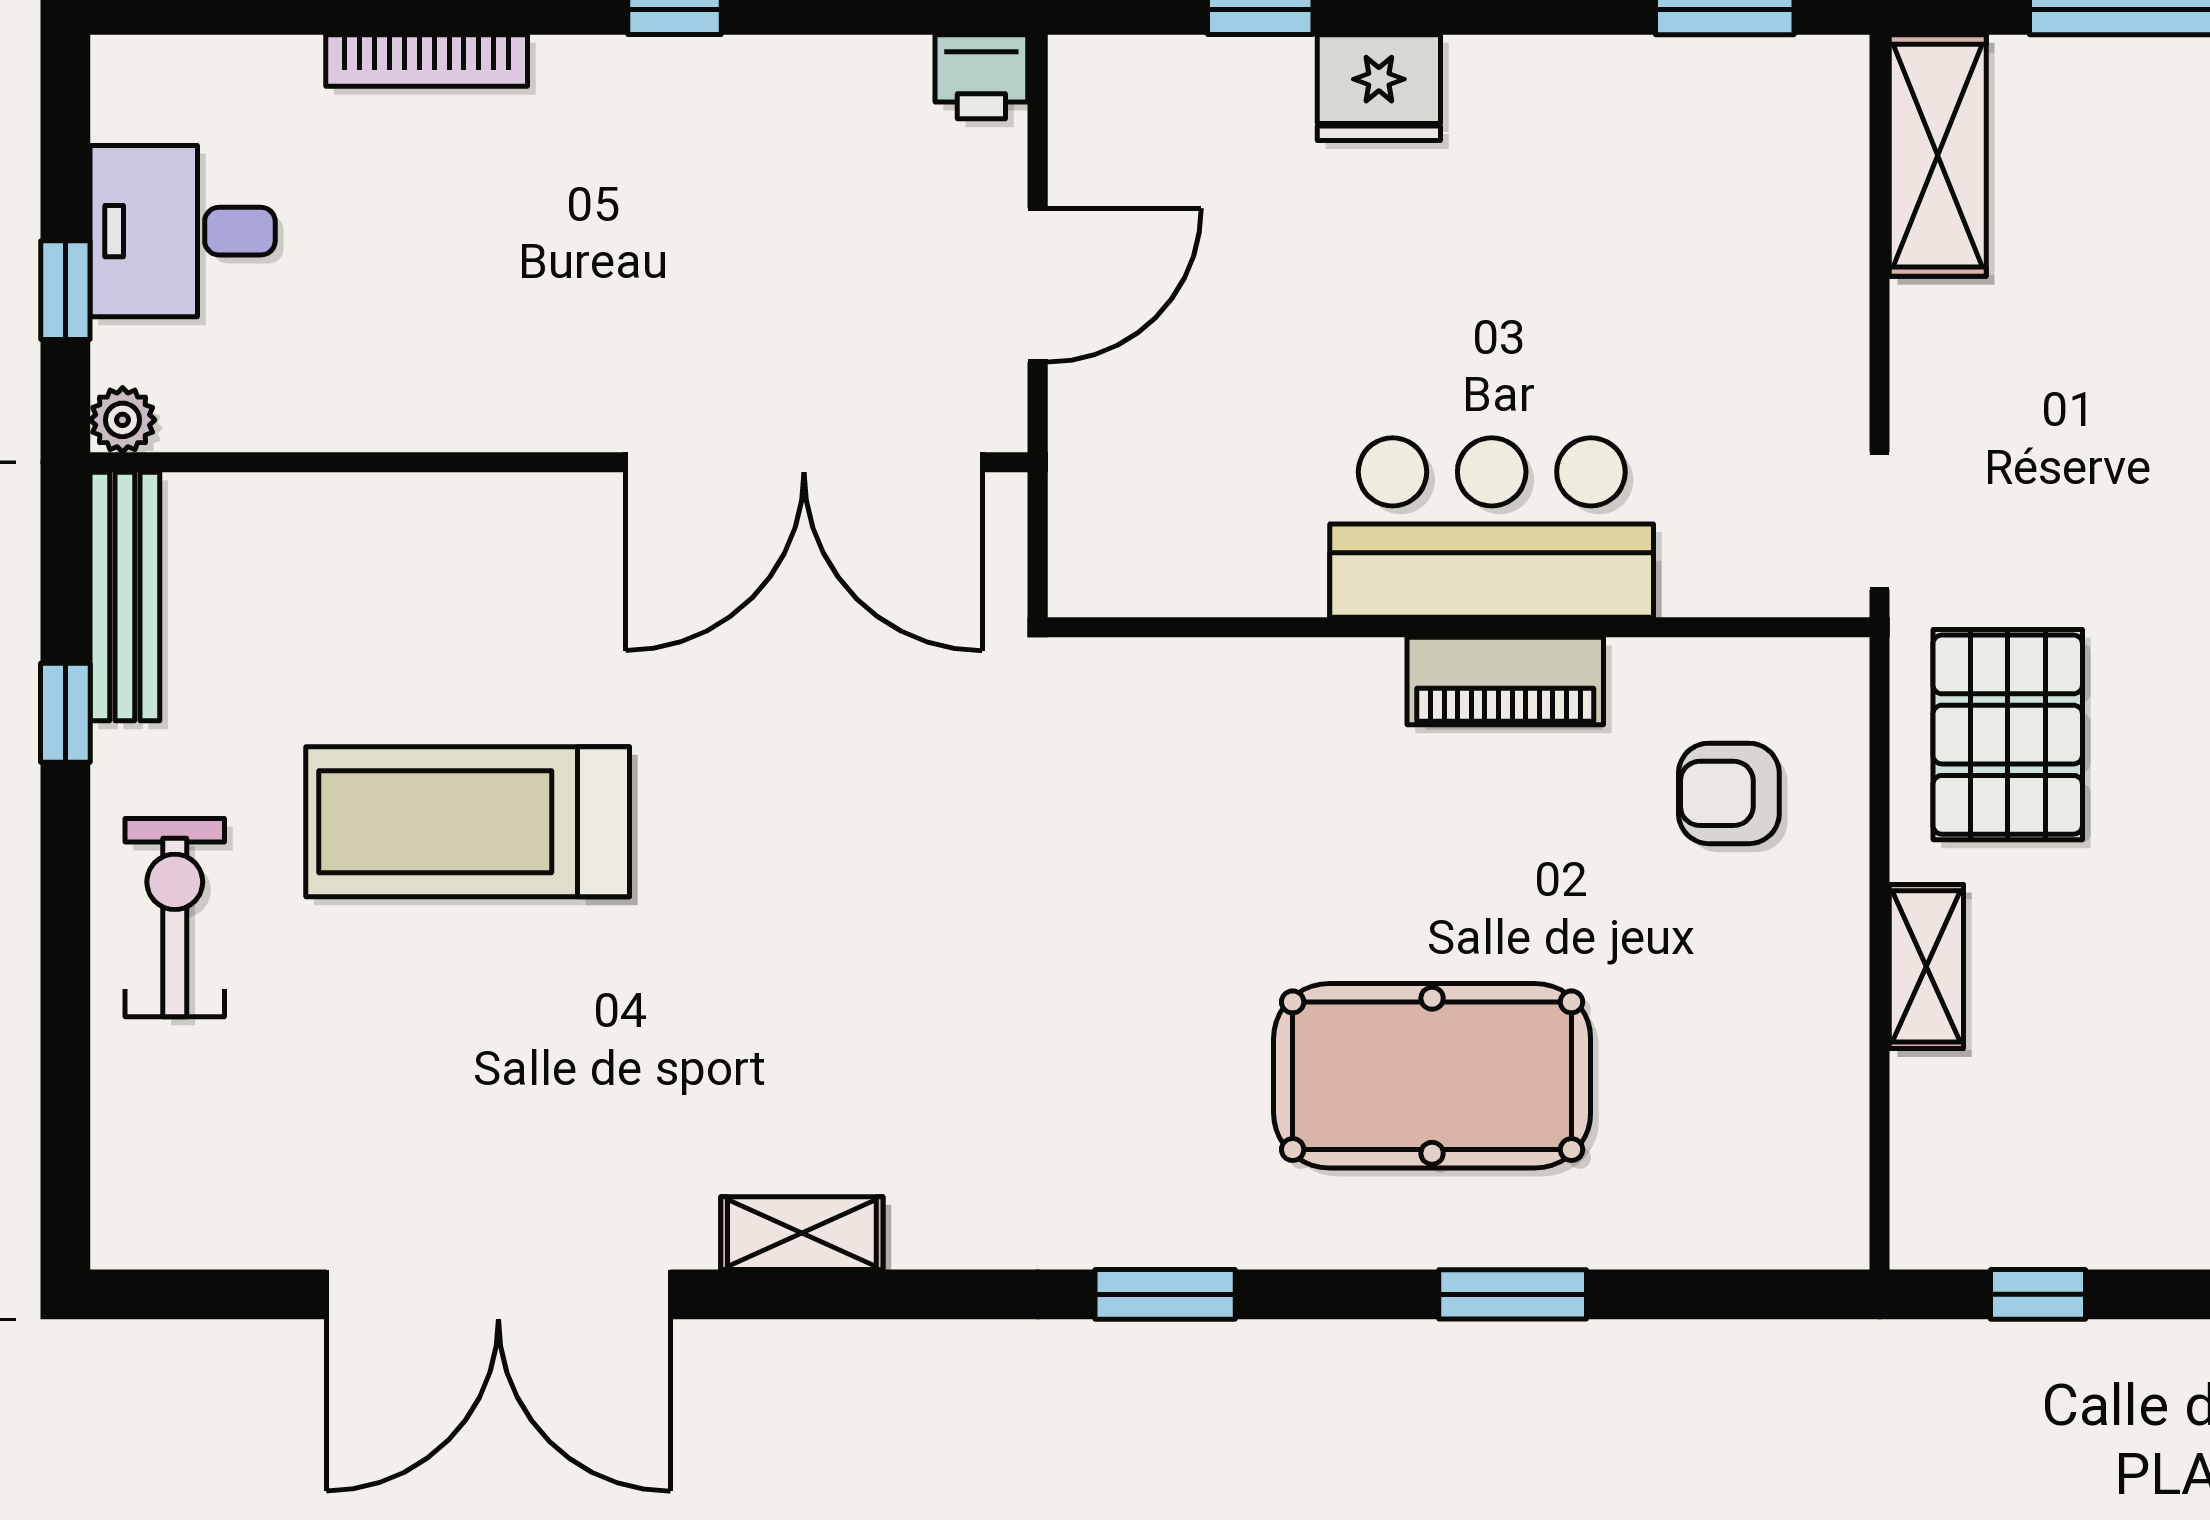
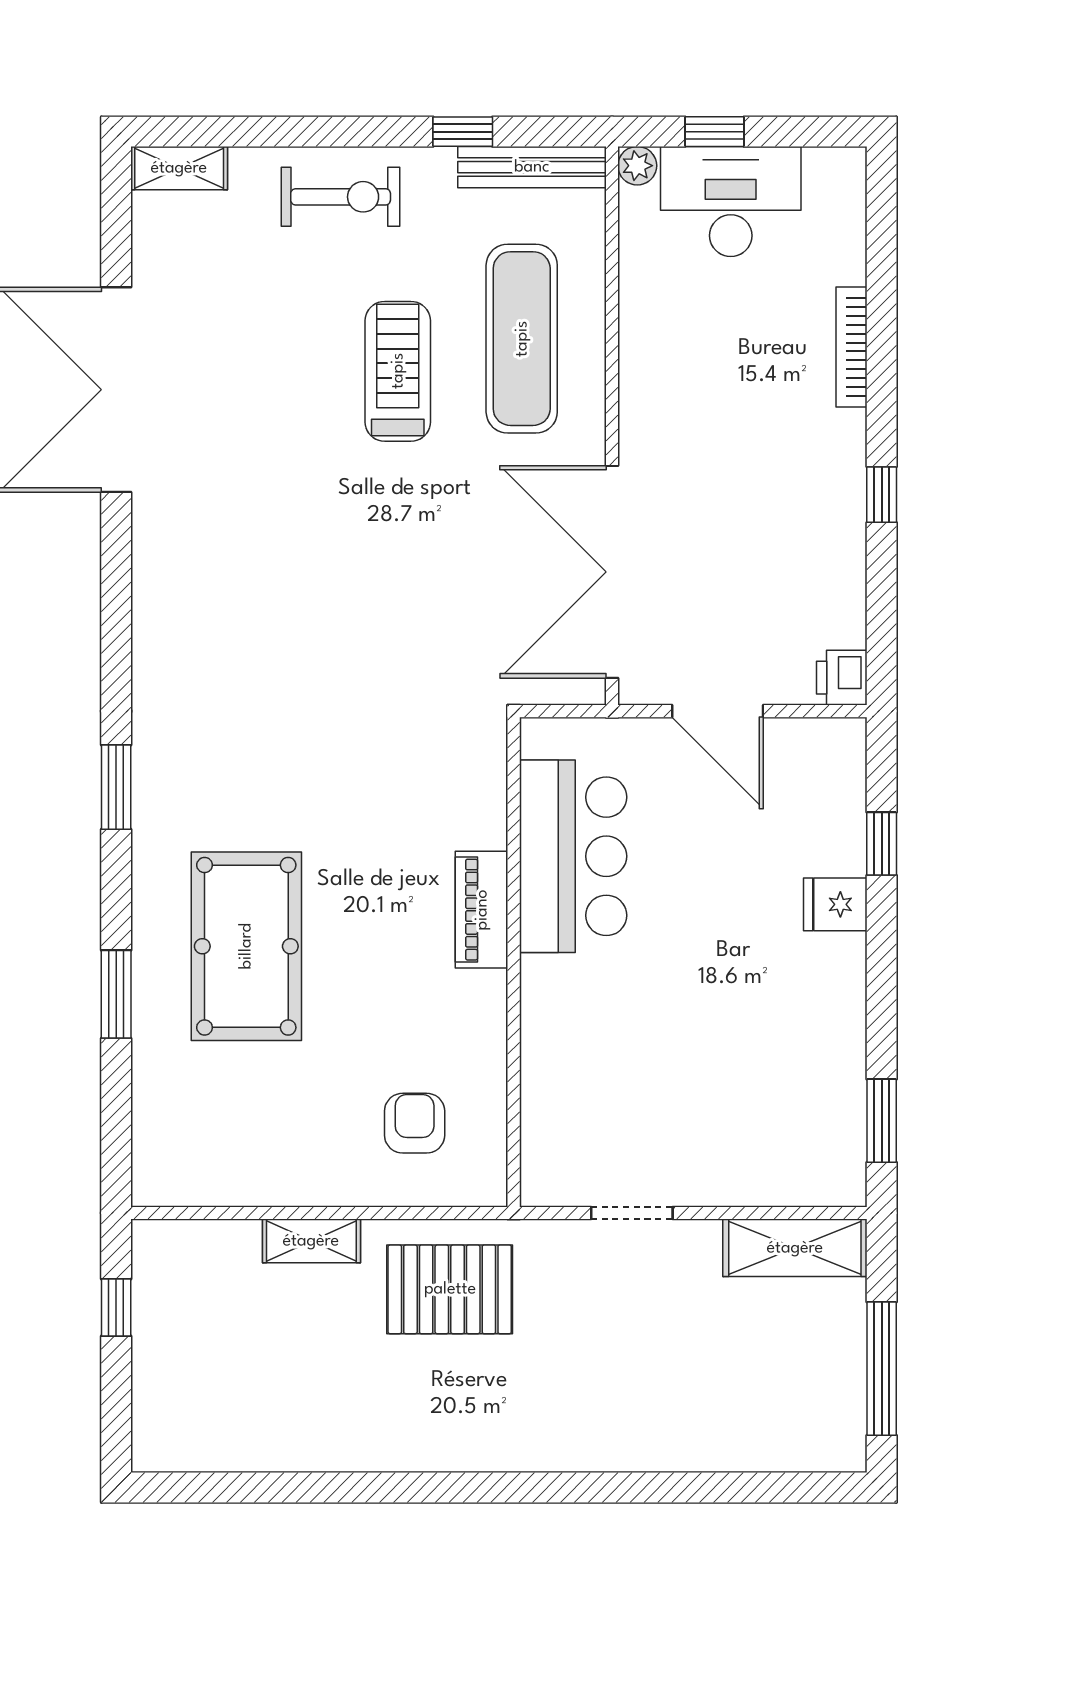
fridge: (1379, 88) -> (835, 904), width x0.72
desk: (183, 231) -> (731, 201), width x1.37
doorway: (1880, 521) -> (632, 1213), moved
bar counter: (1492, 528) -> (573, 856), moved
exercise mat: (413, 614) -> (522, 339), added
piano: (1505, 681) -> (482, 910), moved
treadmill: (468, 822) -> (398, 371), width x0.73, depth x0.73
shelving: (802, 1233) -> (179, 168), moved, turned 90

